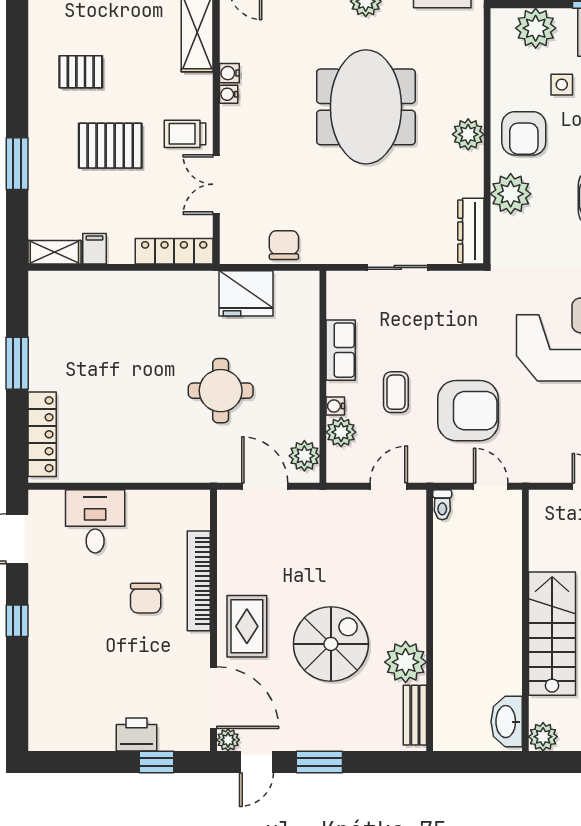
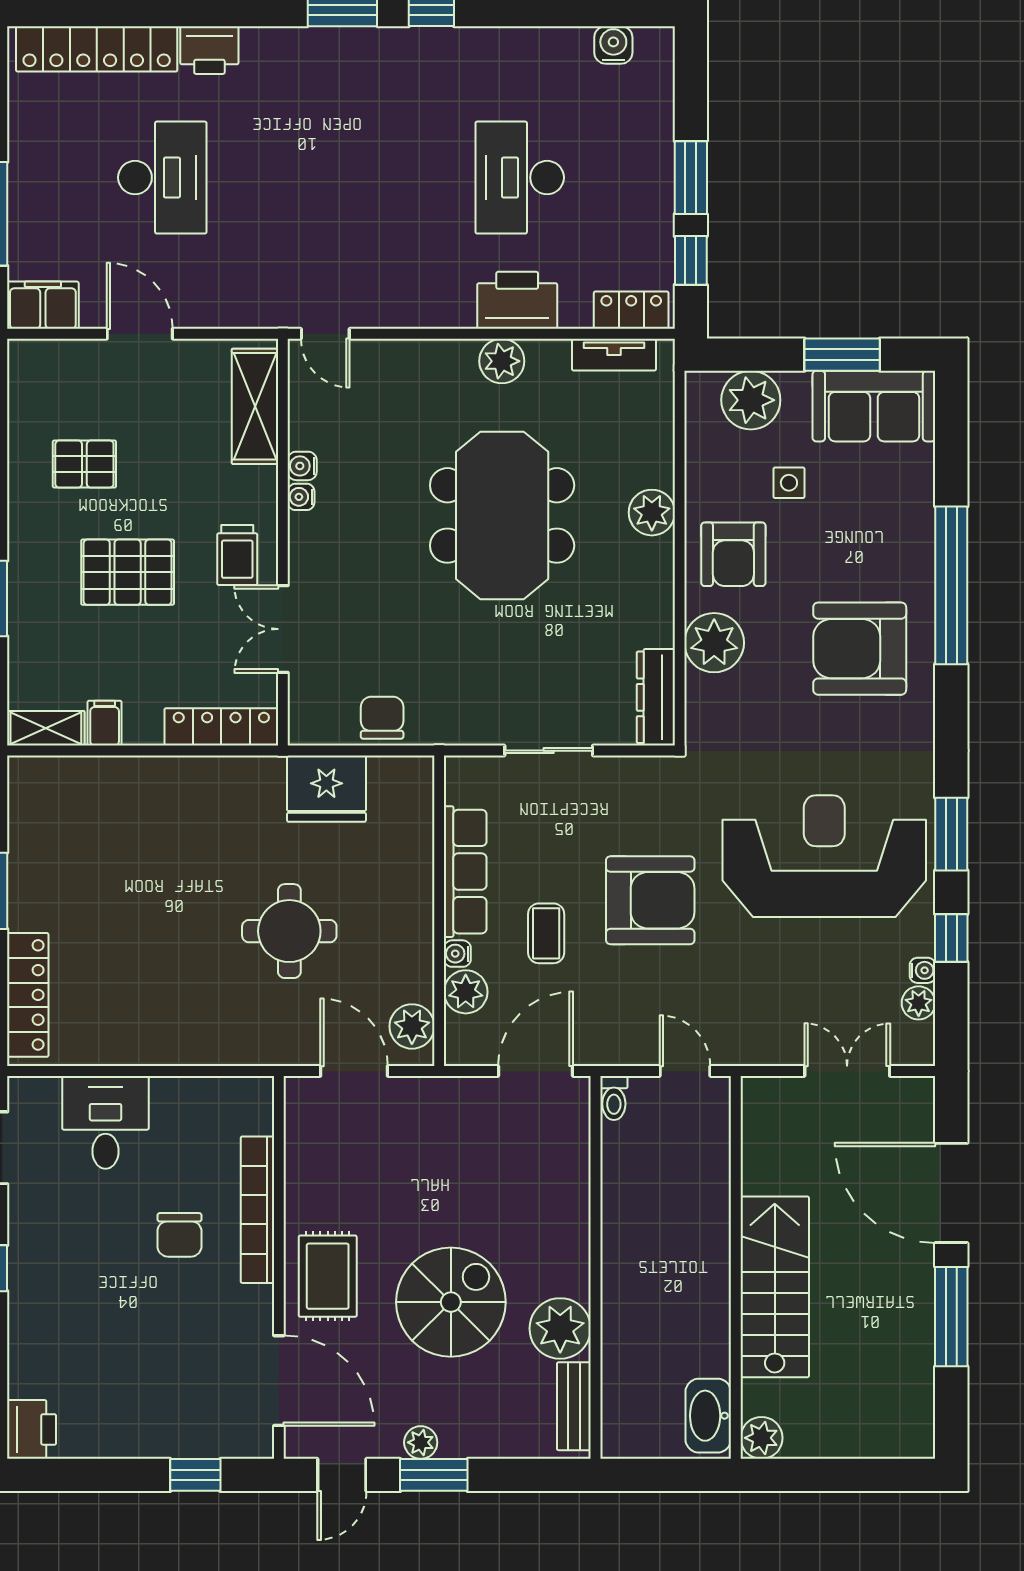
trolley: (185, 134) -> (237, 555), turned -90
plant: (468, 134) -> (652, 513), moved
row of seats: (341, 350) -> (465, 872), width x1.48
armchair: (468, 411) -> (650, 900), moved
door: (389, 486) -> (536, 1071), width x1.38
printer: (137, 734) -> (32, 1429), moved, turned 90
plant: (228, 740) -> (421, 1442), moved

